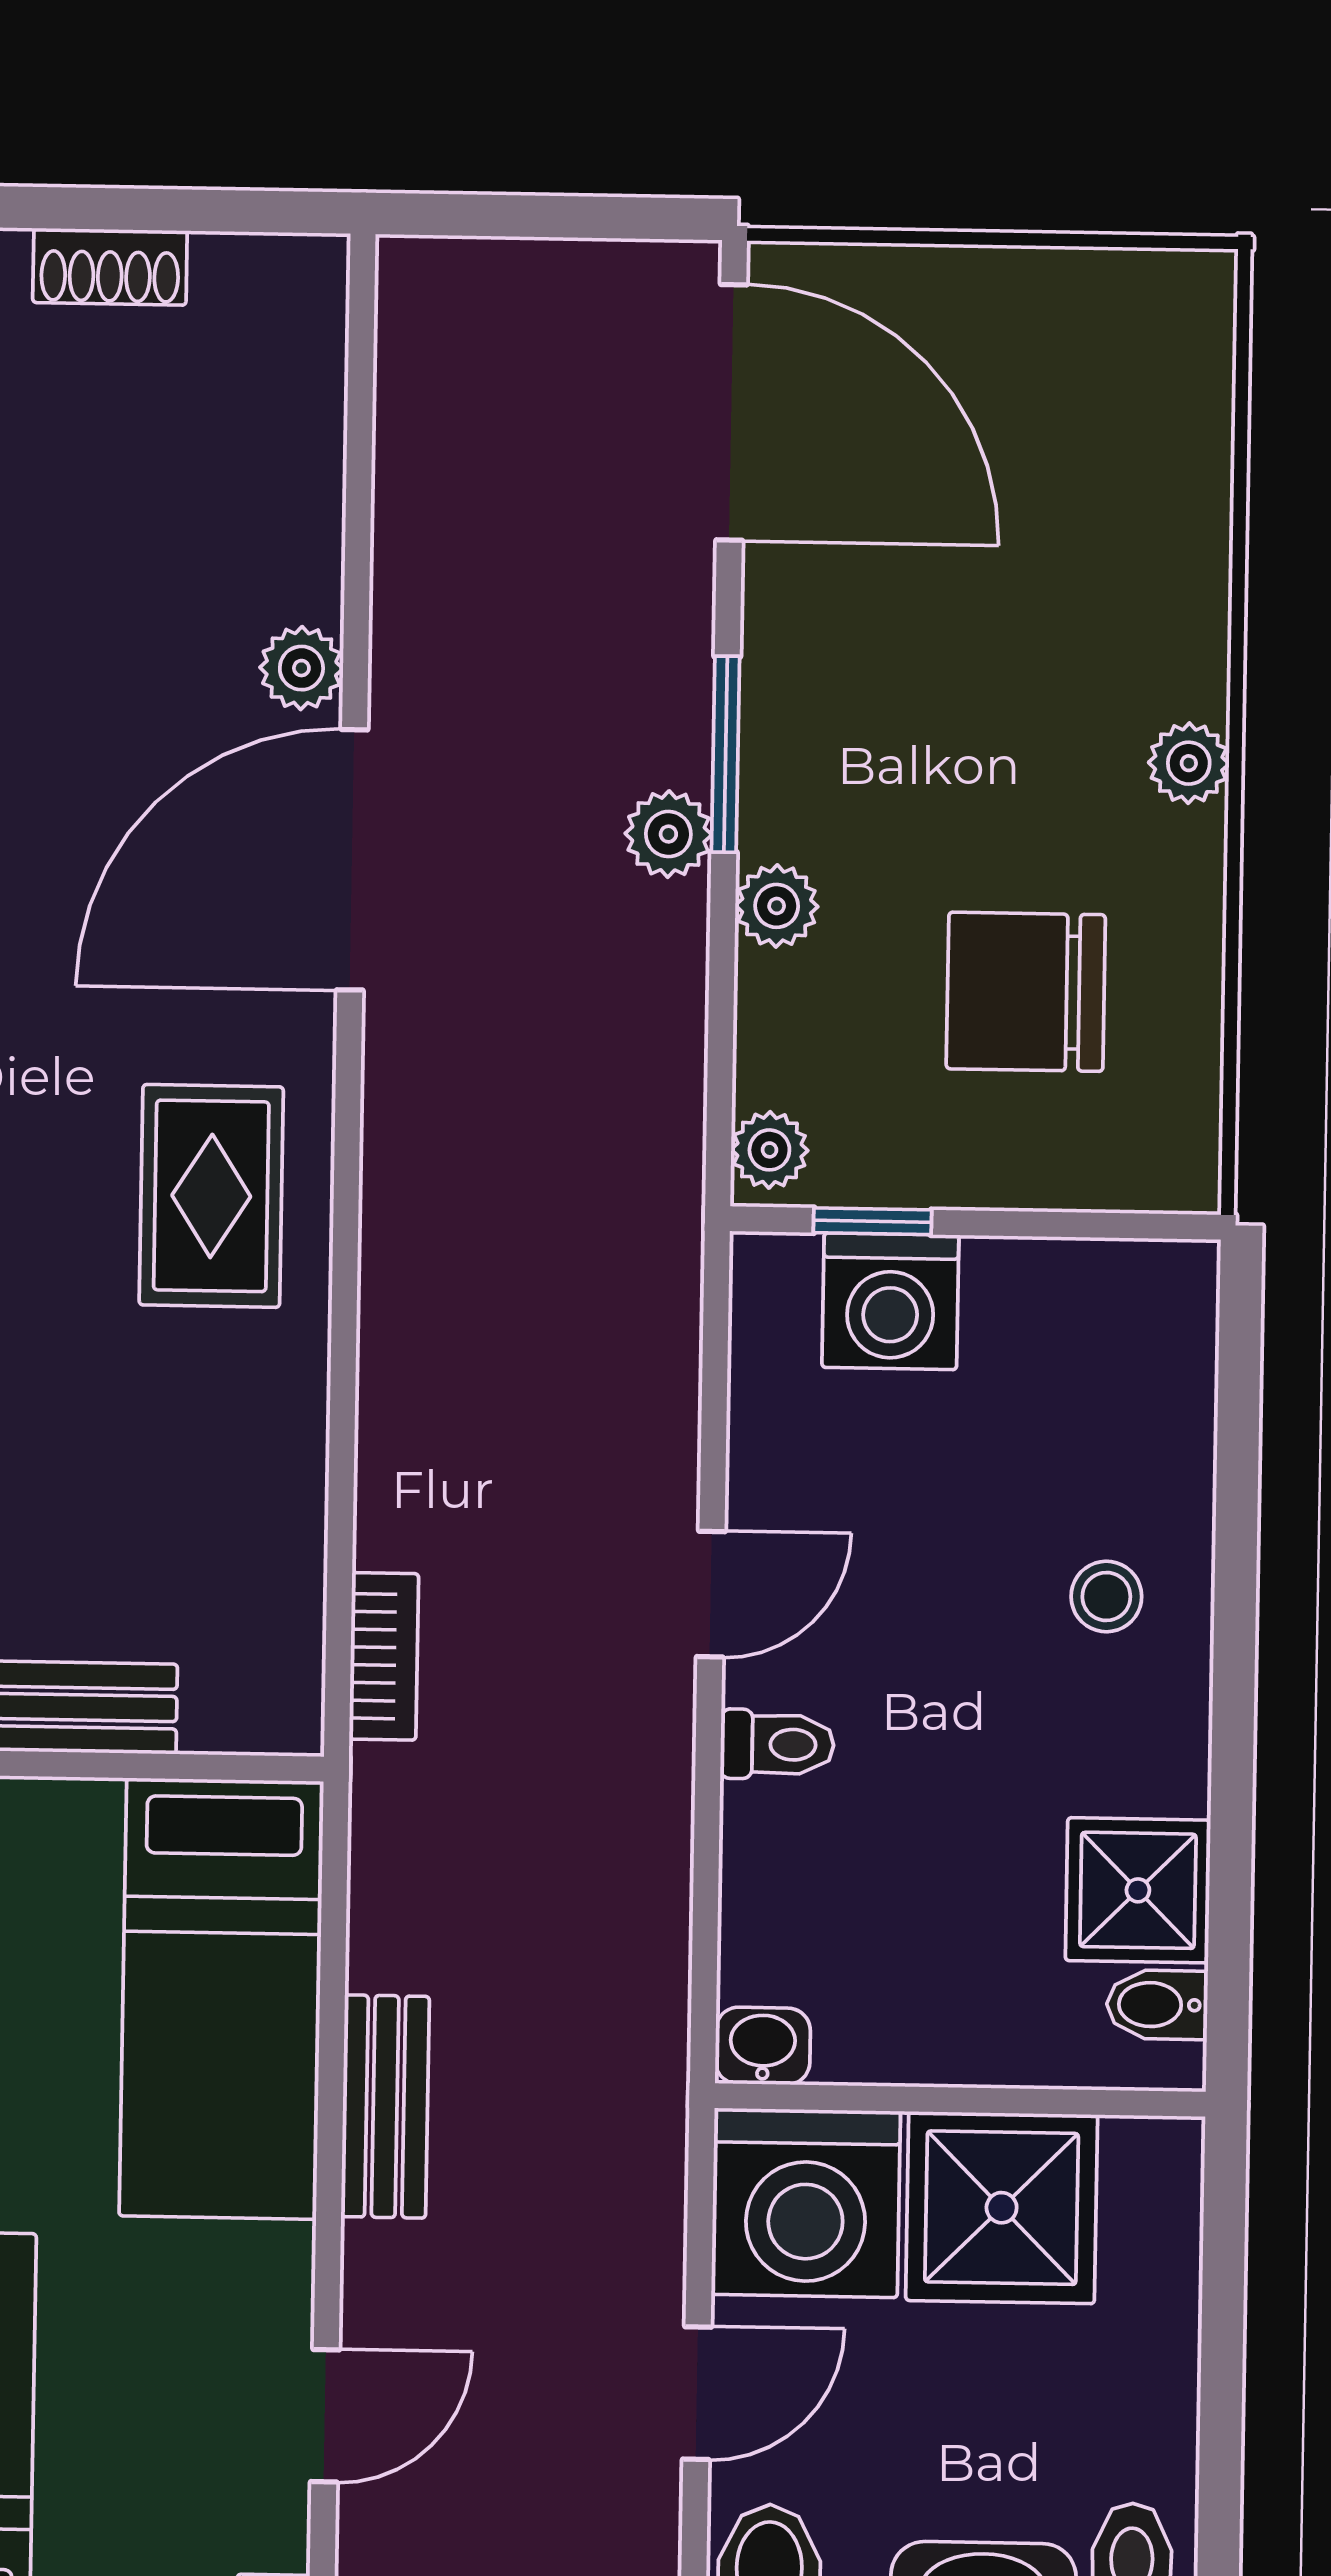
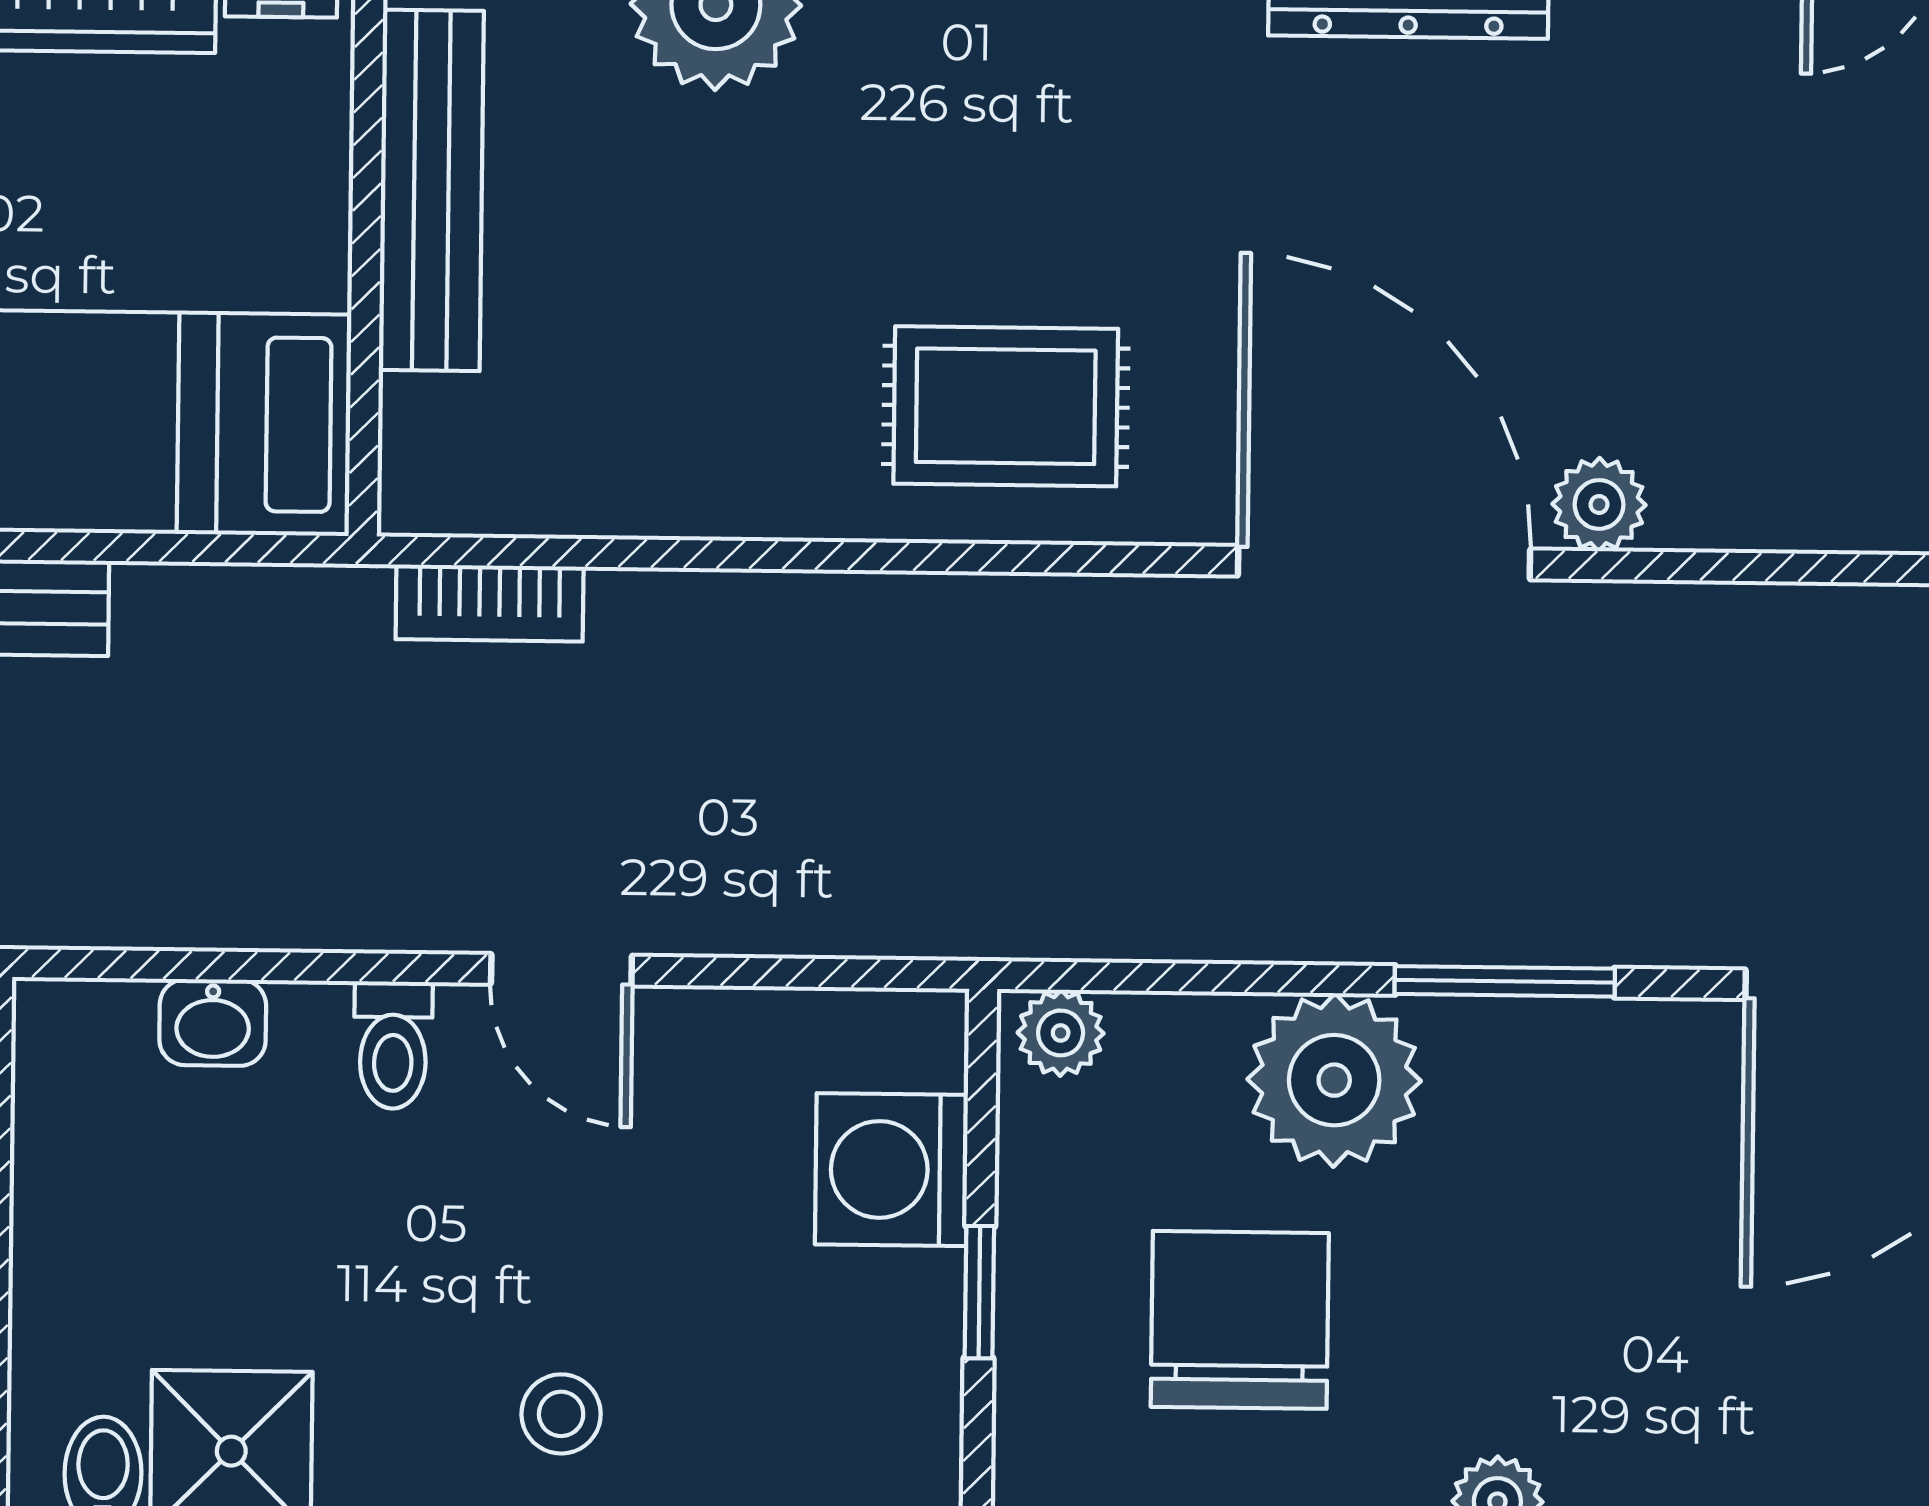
plant: (668, 834) -> (1415, 918), removed
plant: (777, 906) -> (1334, 1080), width x1.87, depth x1.87
window: (873, 1221) -> (979, 1292), moved
washbasin: (763, 2046) -> (213, 1022), moved, turned 90

